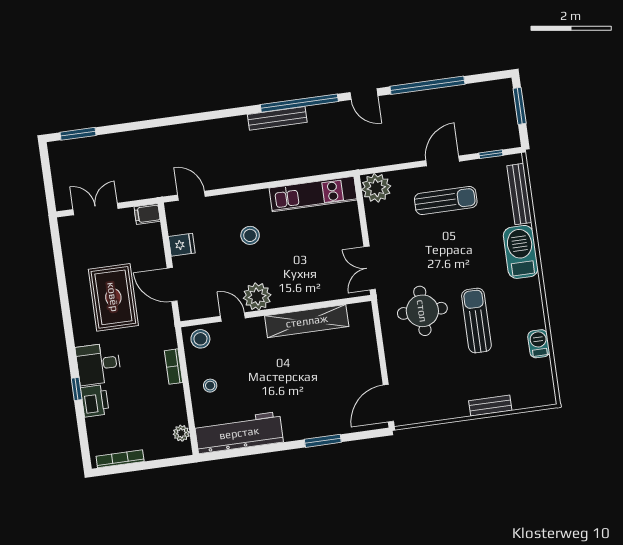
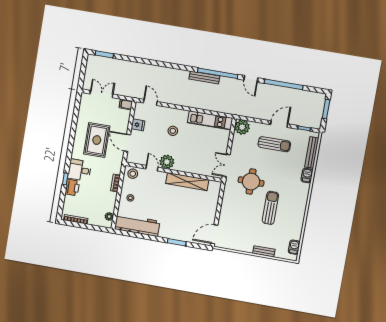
barbecue: (521, 252) -> (307, 175), width x0.53, depth x0.65
round table: (422, 311) -> (251, 182), moved
barbecue: (539, 344) -> (294, 247), moved

